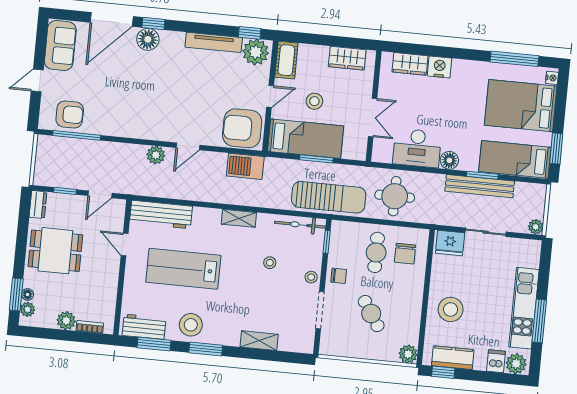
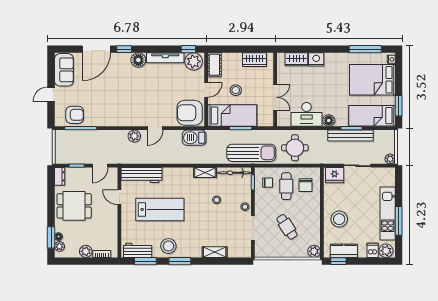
floor lamp: (148, 39) -> (138, 60), moved
shelving: (239, 218) -> (205, 173), moved
lab bench: (183, 269) -> (160, 209), turned 180
chair: (339, 276) -> (268, 183), moved

